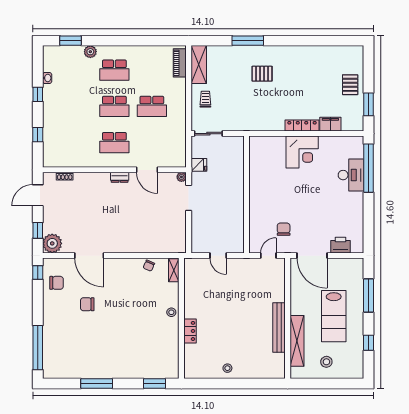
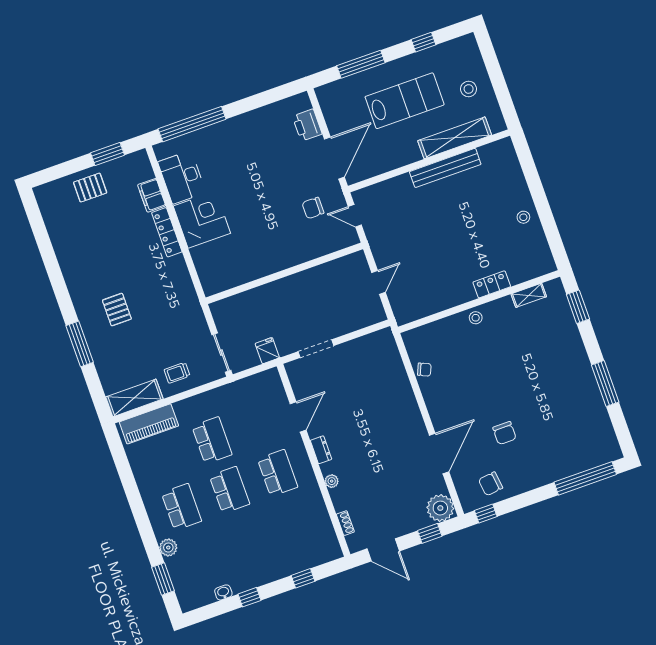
piano: (180, 63) -> (149, 424), width x1.37, depth x1.33
desk: (351, 175) -> (182, 177), moved, turned -90
plant: (181, 177) -> (332, 481), moved
shelving: (174, 270) -> (529, 295), moved
chair: (57, 283) -> (491, 484), turned -97

